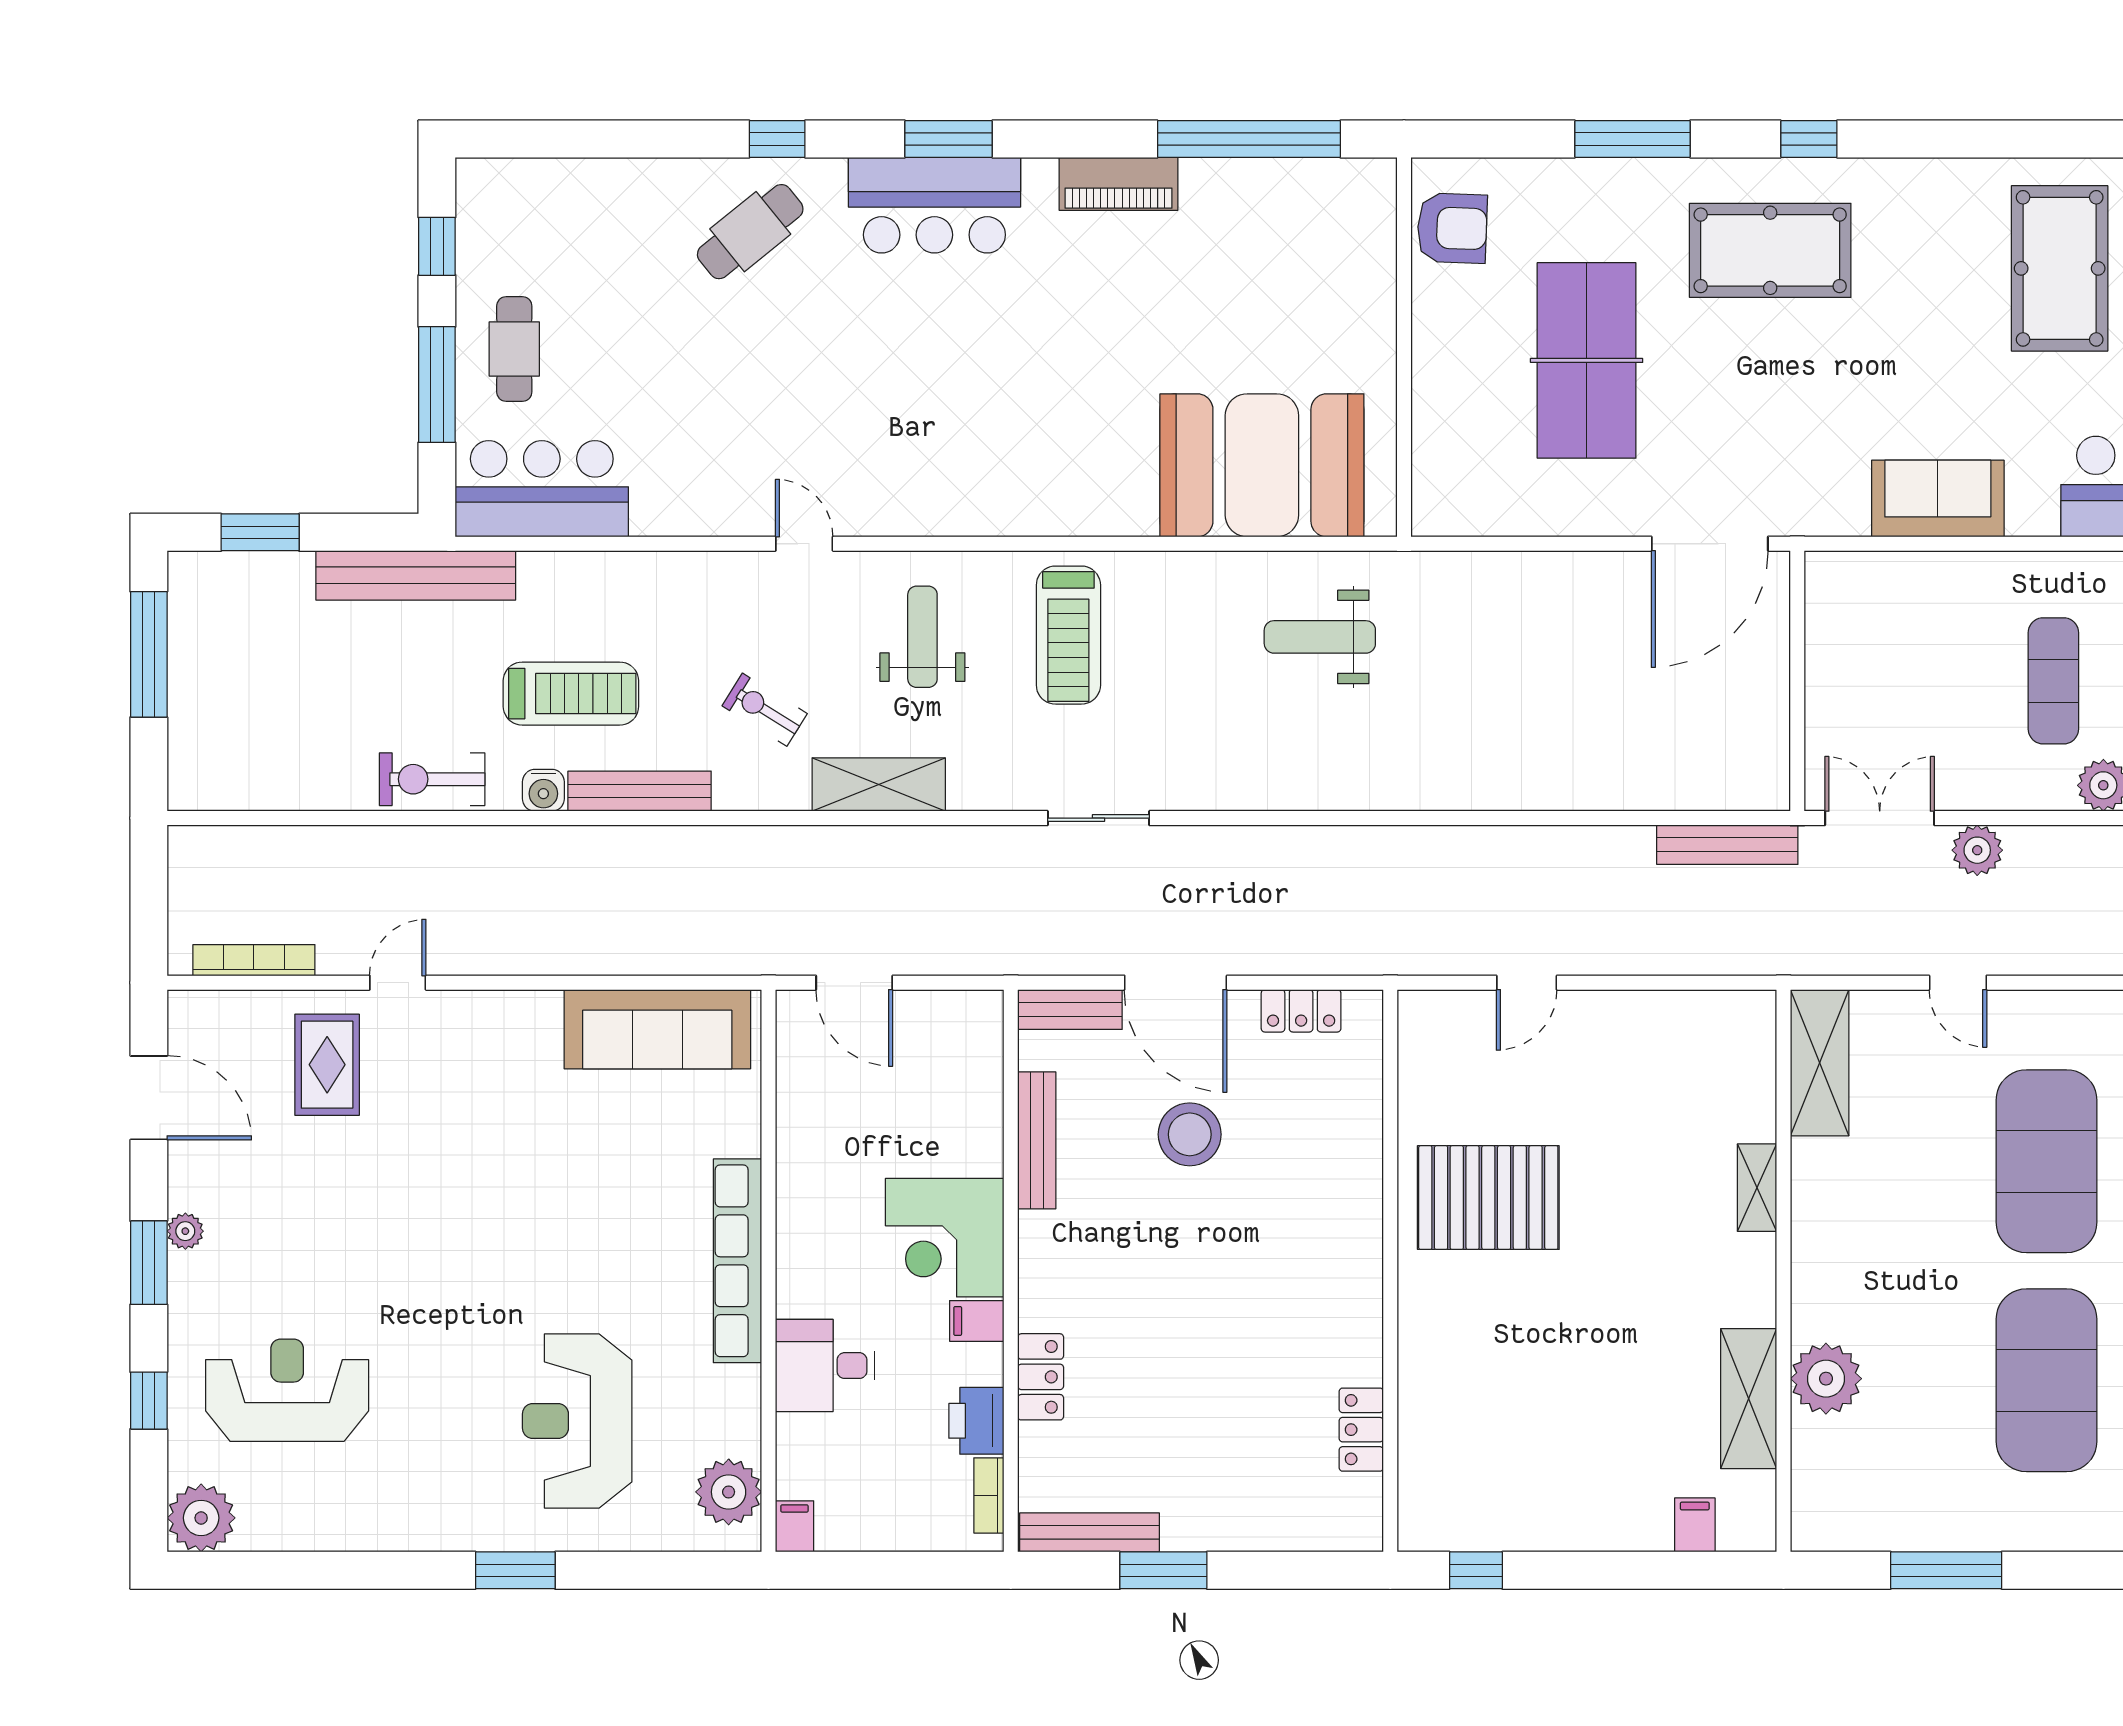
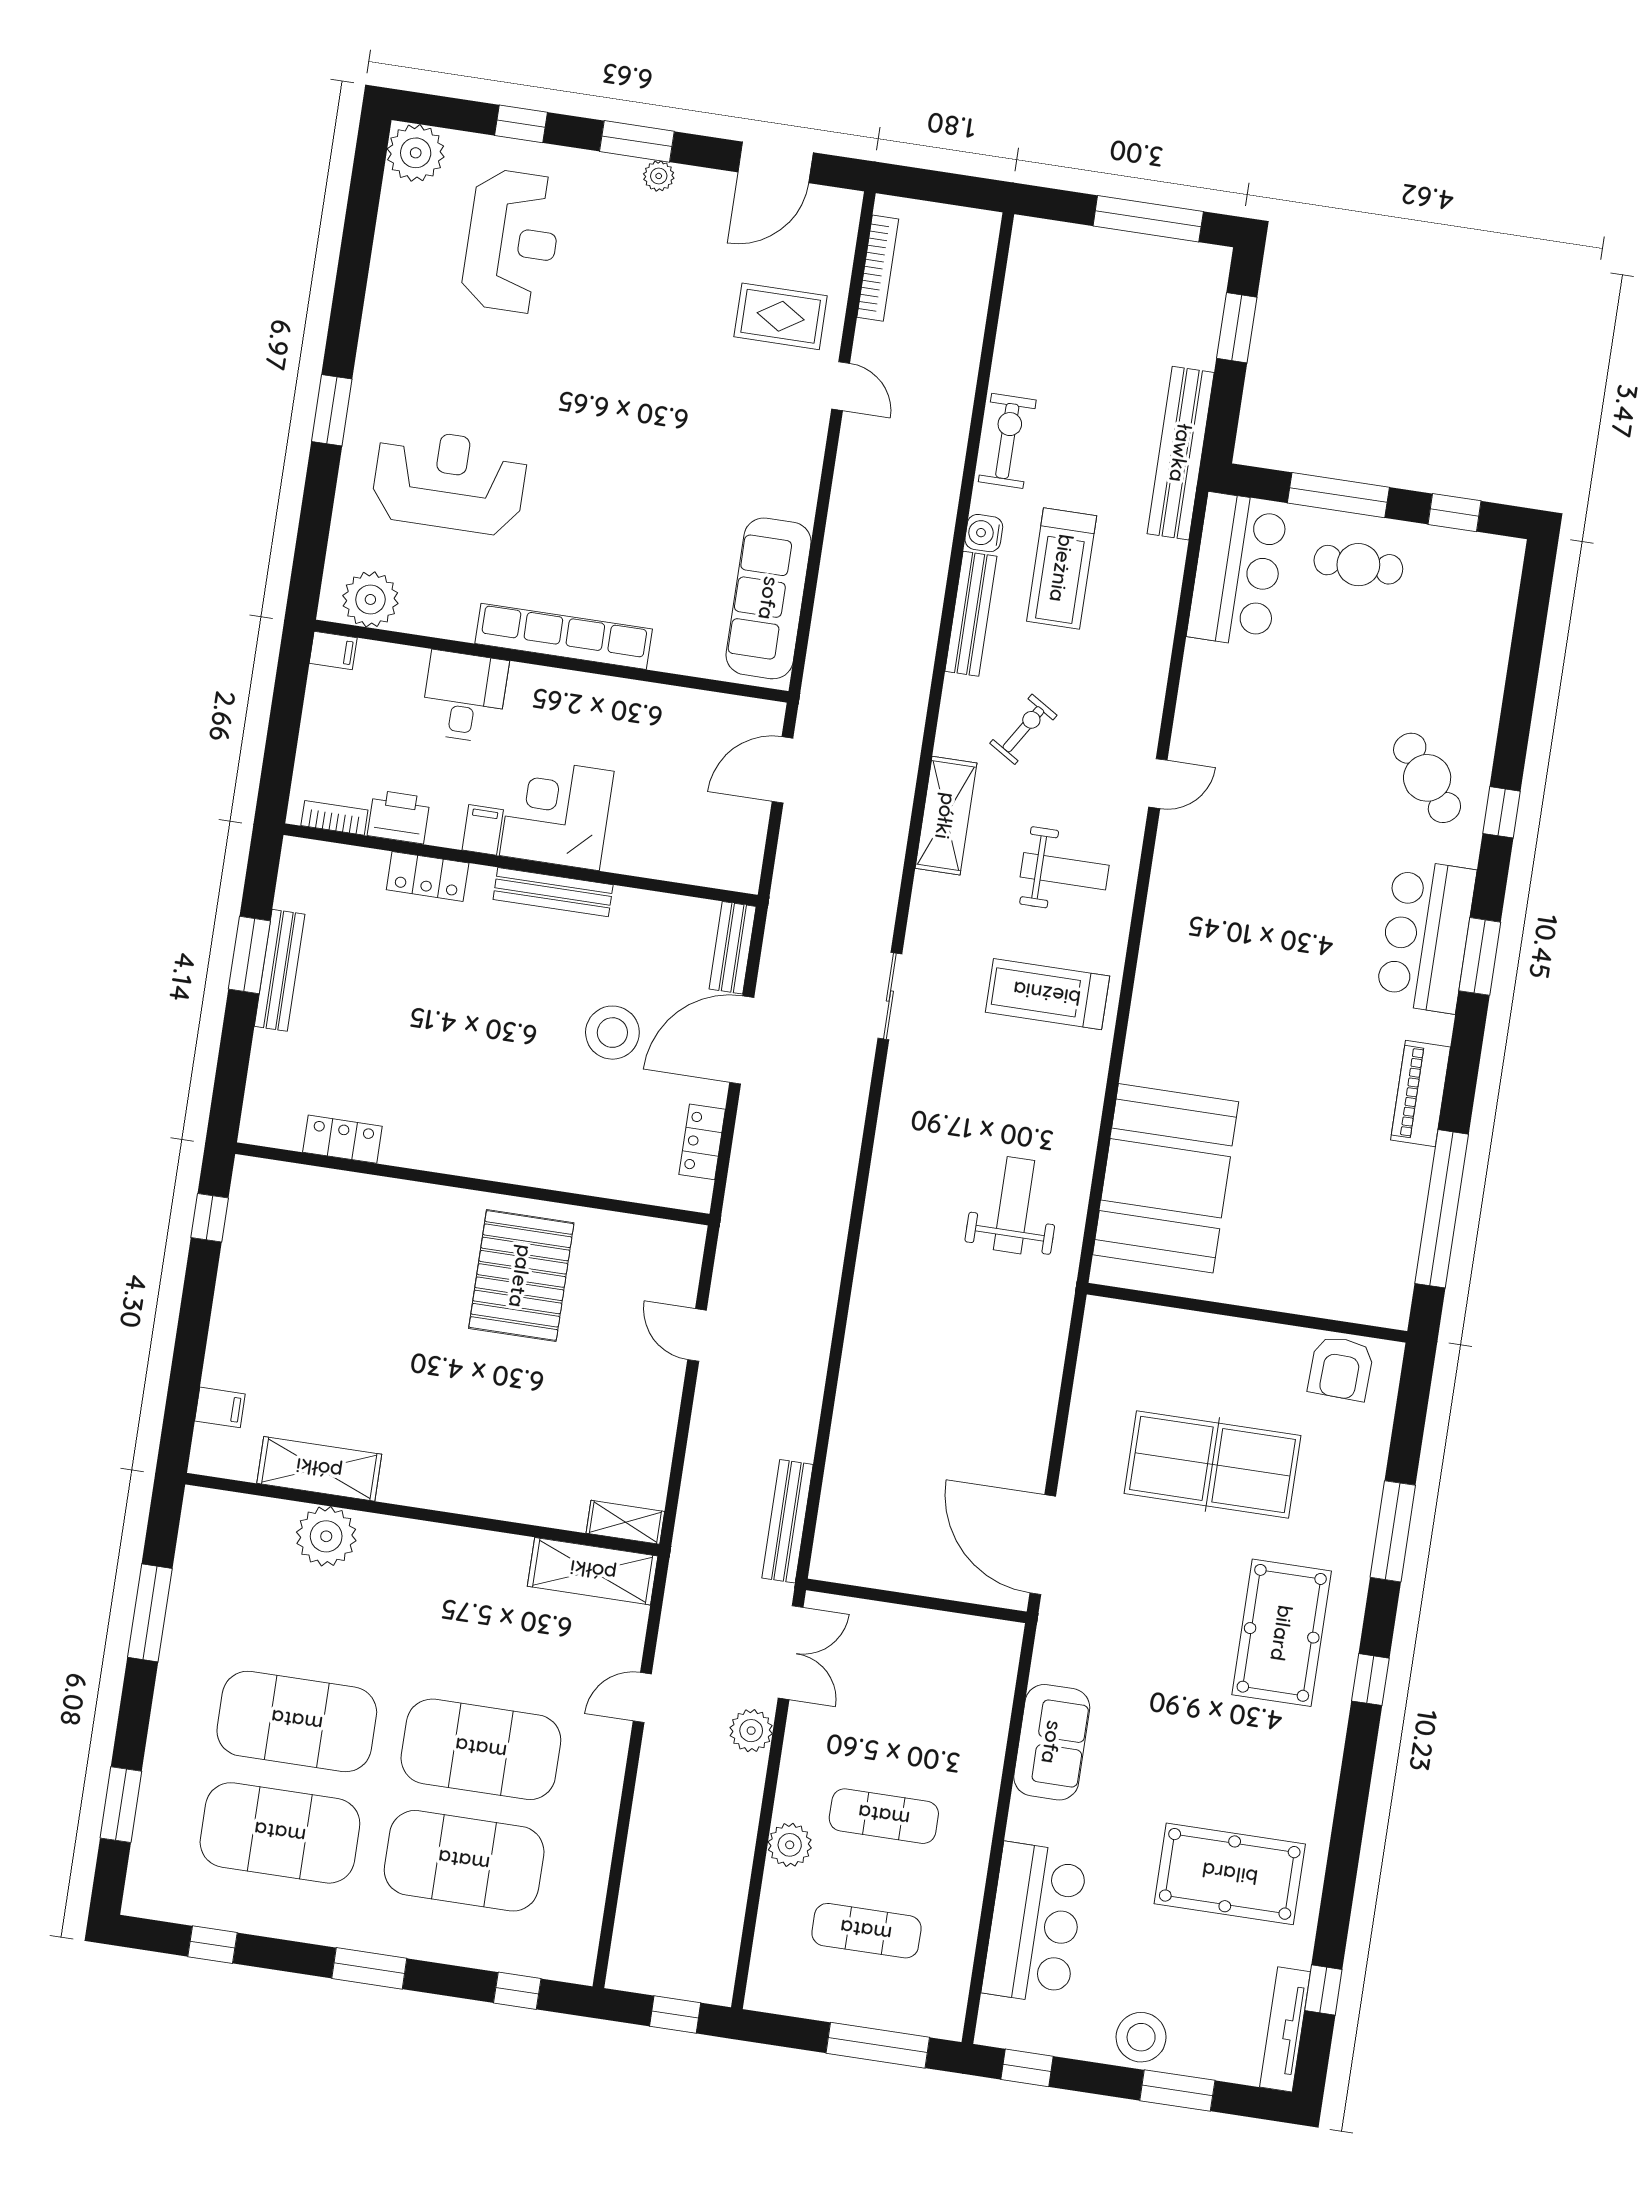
bench: (1037, 1140) -> (553, 892), moved
shelving: (1757, 1188) -> (625, 1522), moved
bench: (1090, 1532) -> (280, 970), moved

